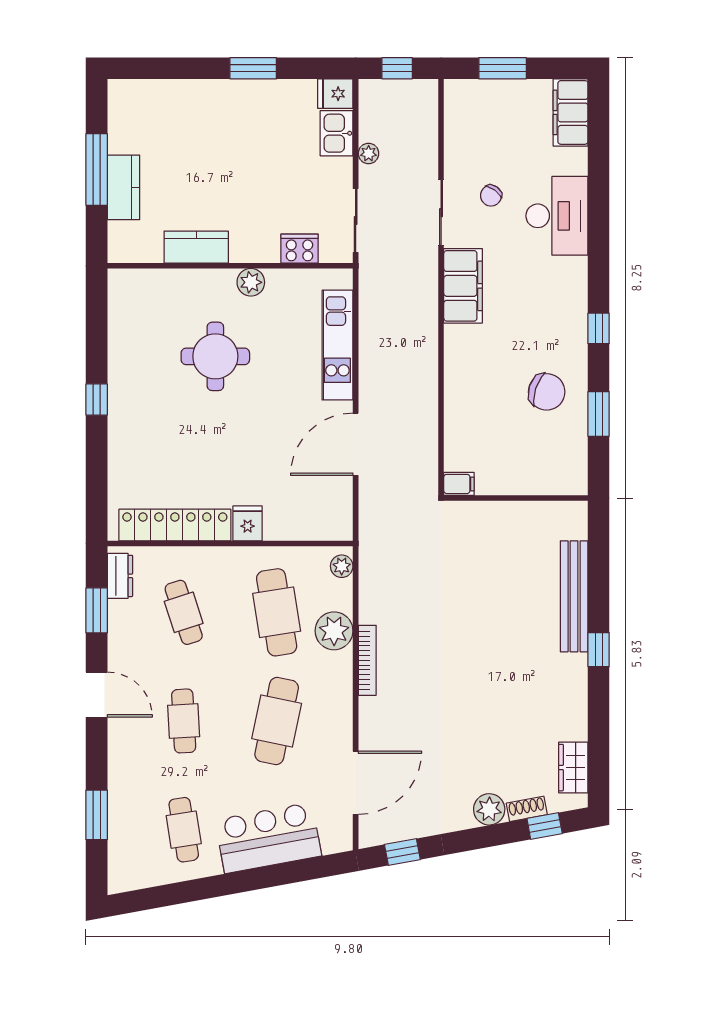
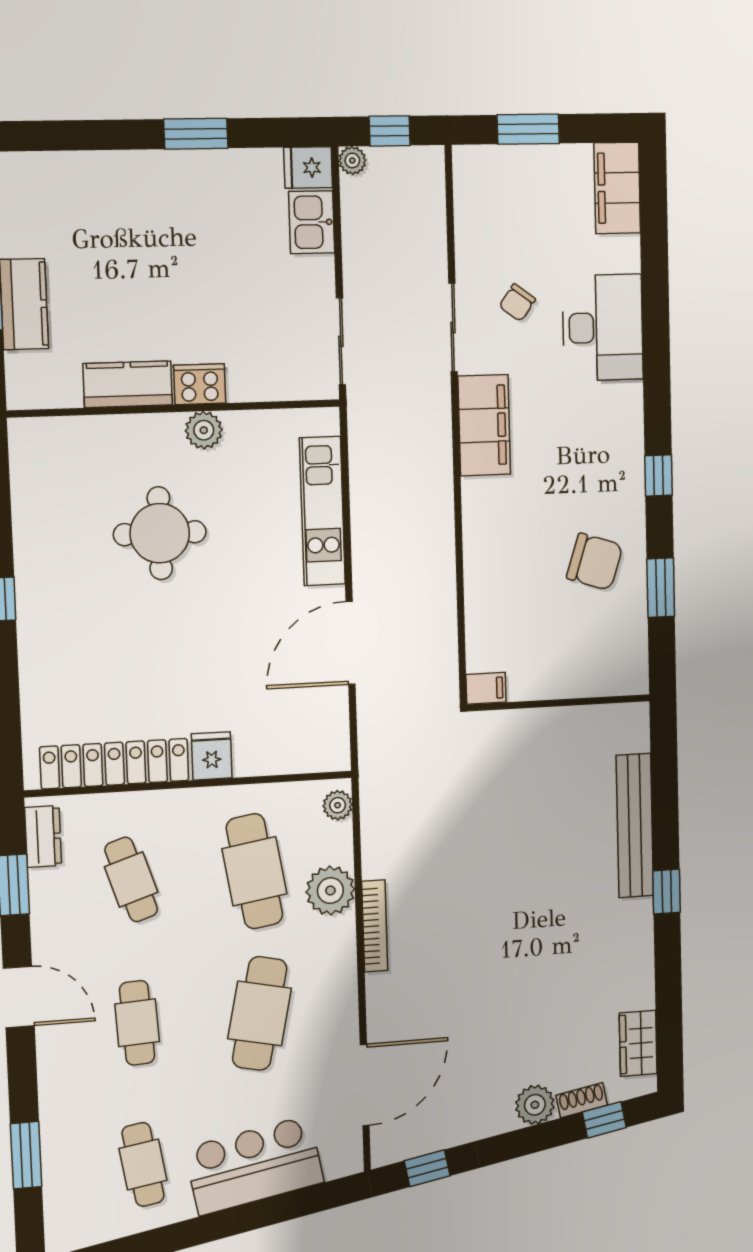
plant: (369, 153) -> (352, 160), moved
cooker: (300, 249) -> (200, 384), moved

